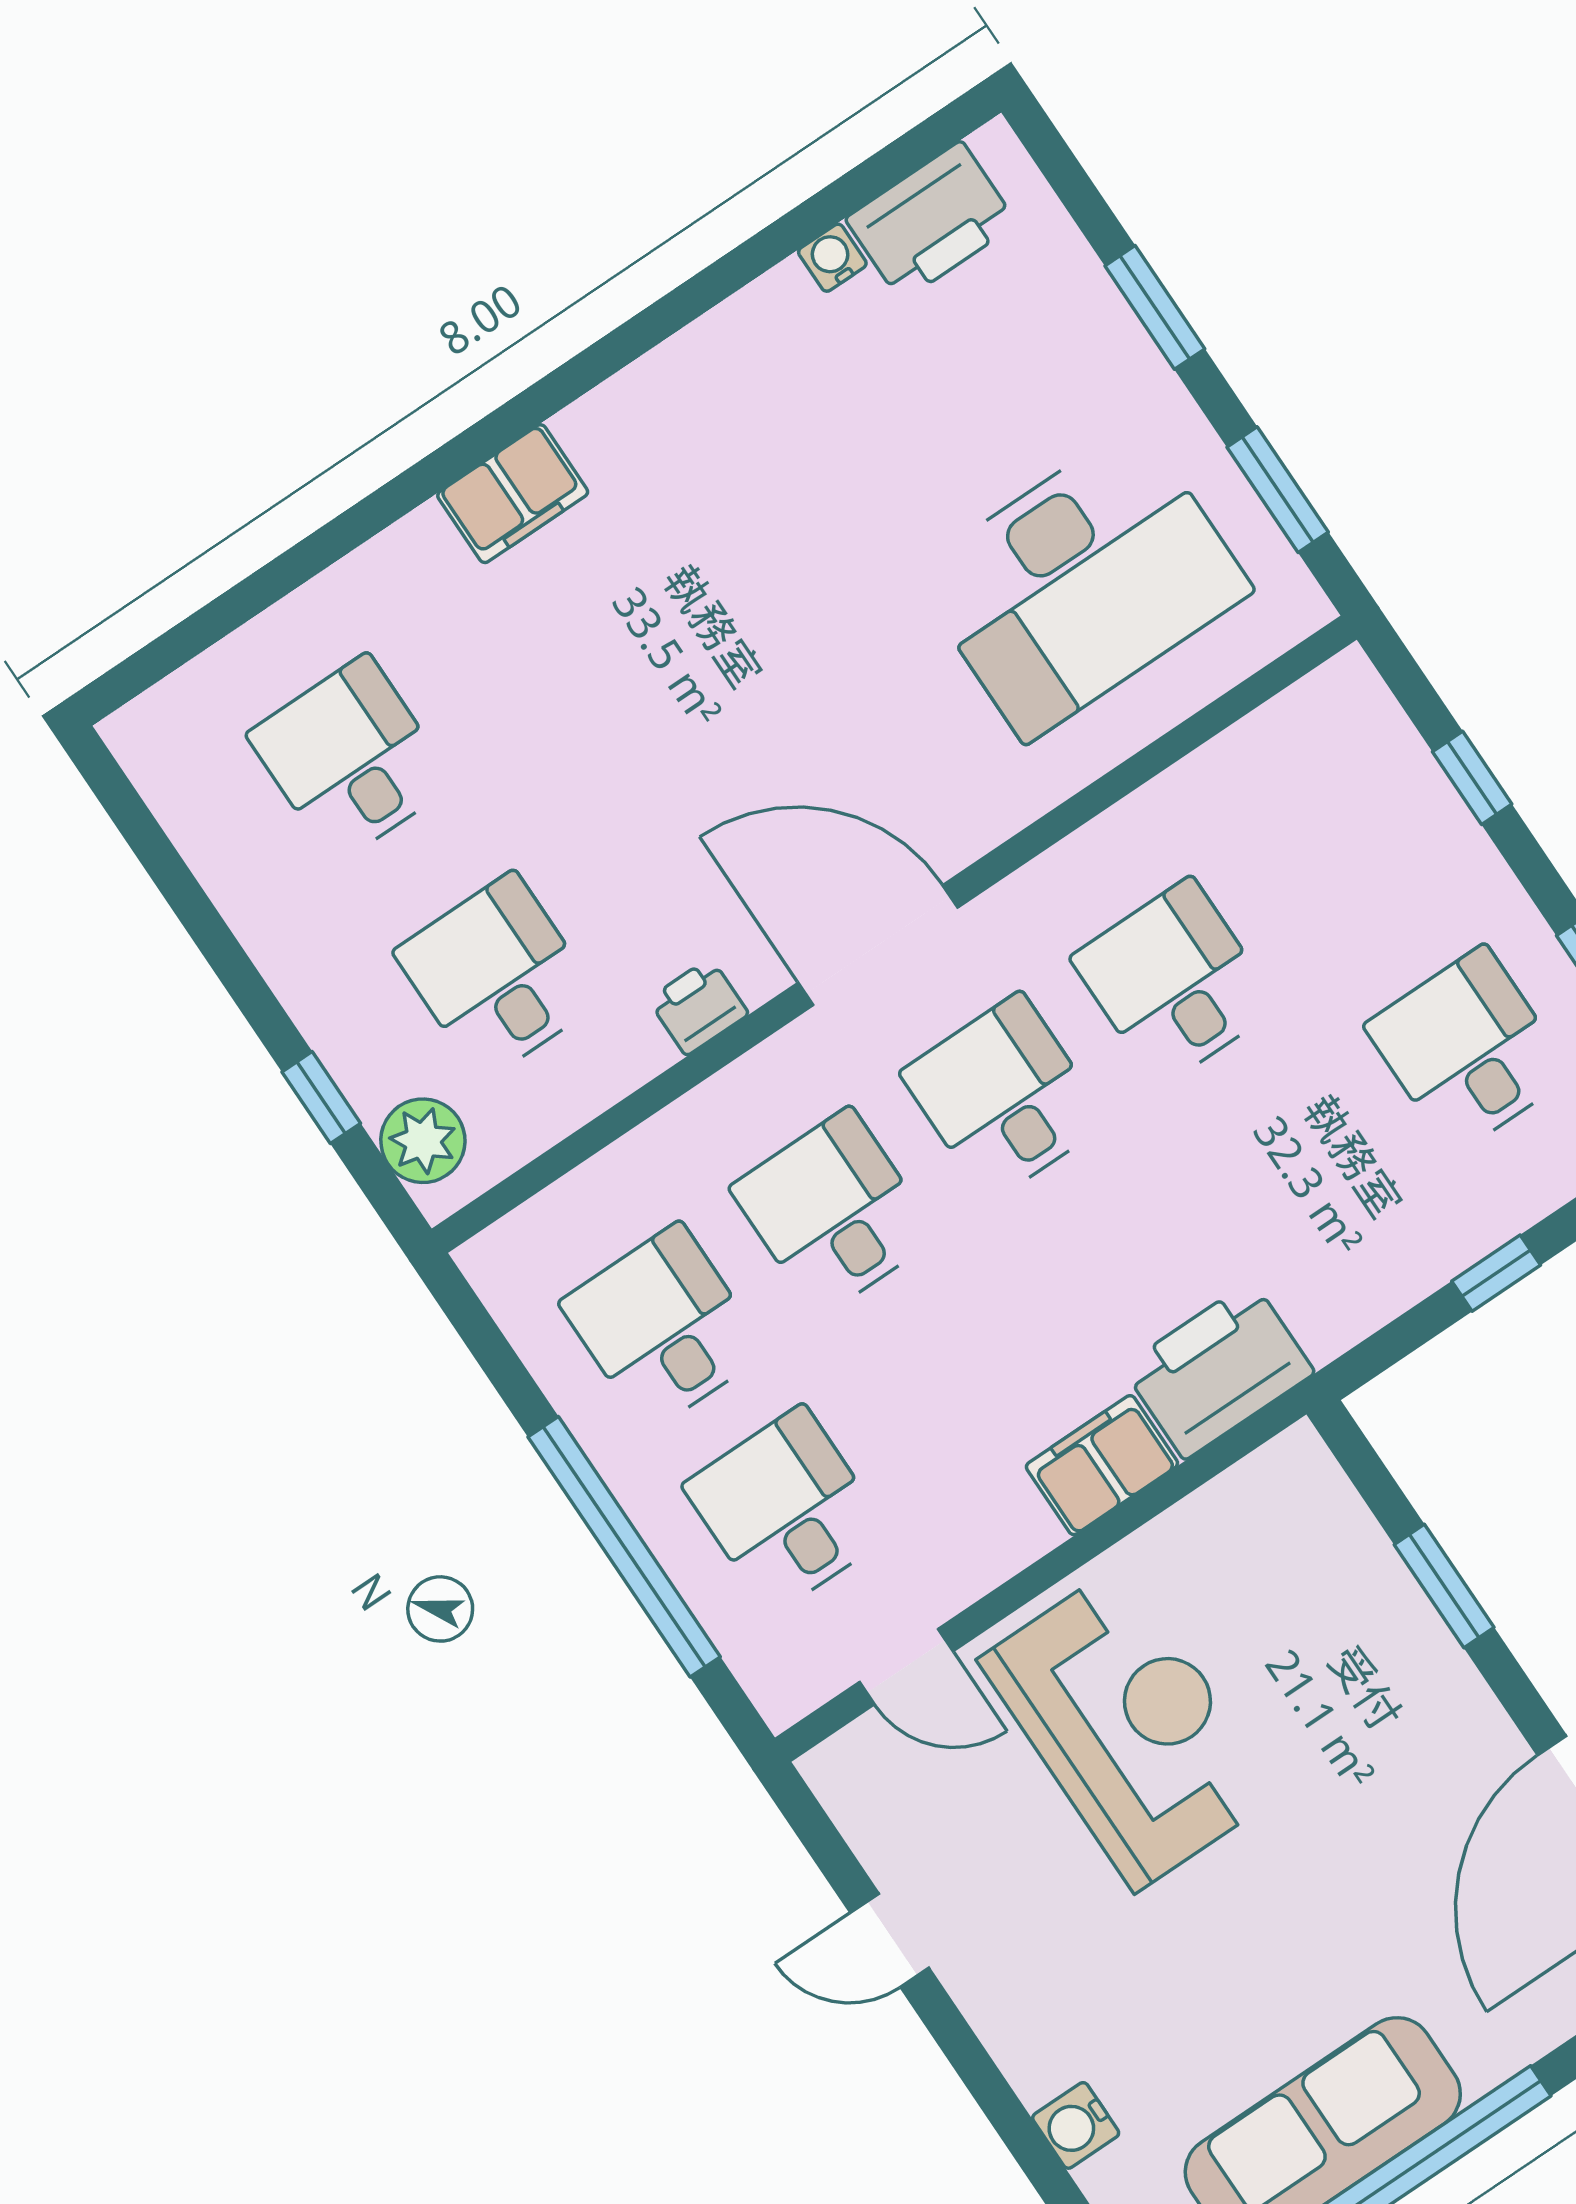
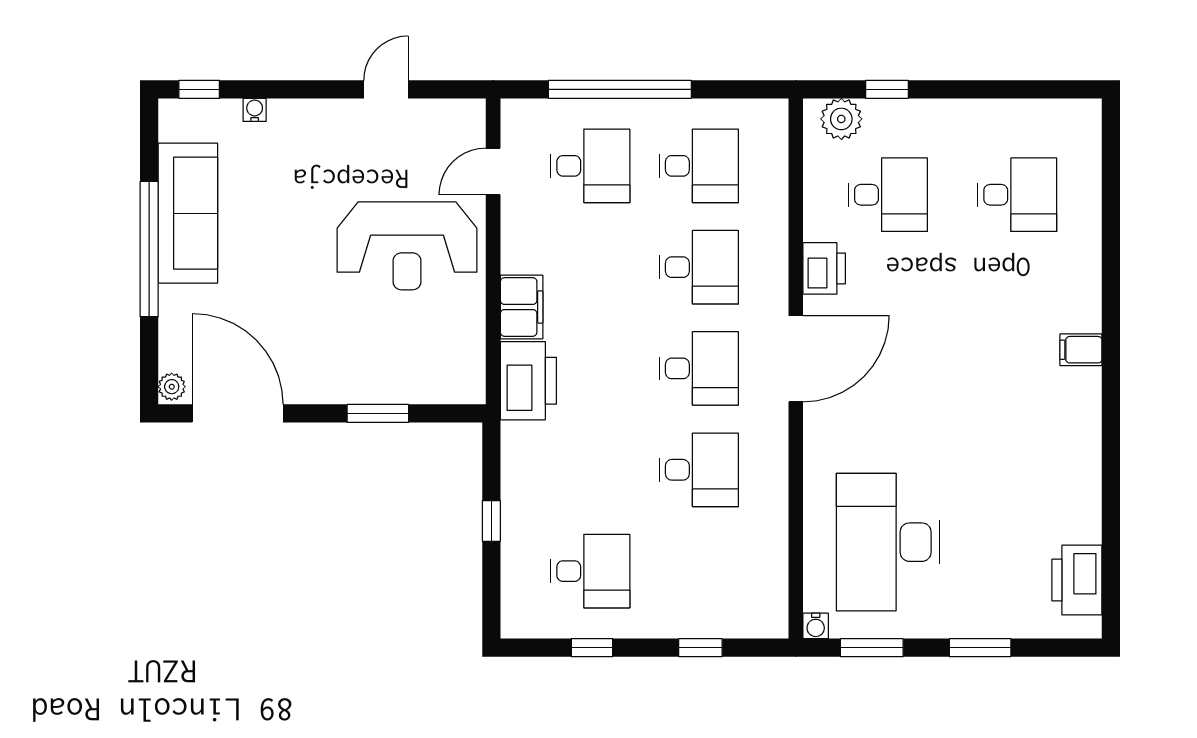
water cooler: (832, 258) -> (816, 626), moved, turned 90
filing cabinet: (513, 494) -> (1081, 350), width x0.50
printer: (698, 1007) -> (824, 268), width x1.36, depth x1.24
water cooler: (1076, 2125) -> (255, 110), width x0.72, depth x0.72

